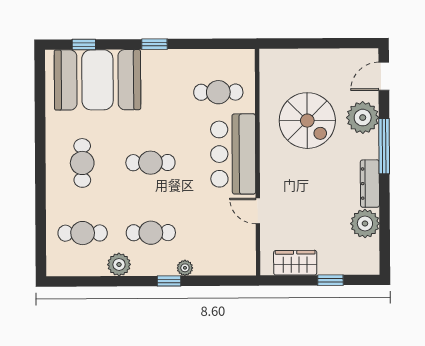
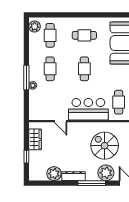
spiral stairs: (307, 121) -> (105, 146), turned 90
door: (258, 211) -> (60, 121), swing flipped
plant: (119, 264) -> (35, 26), moved
window: (169, 281) -> (26, 78), width x2.17

